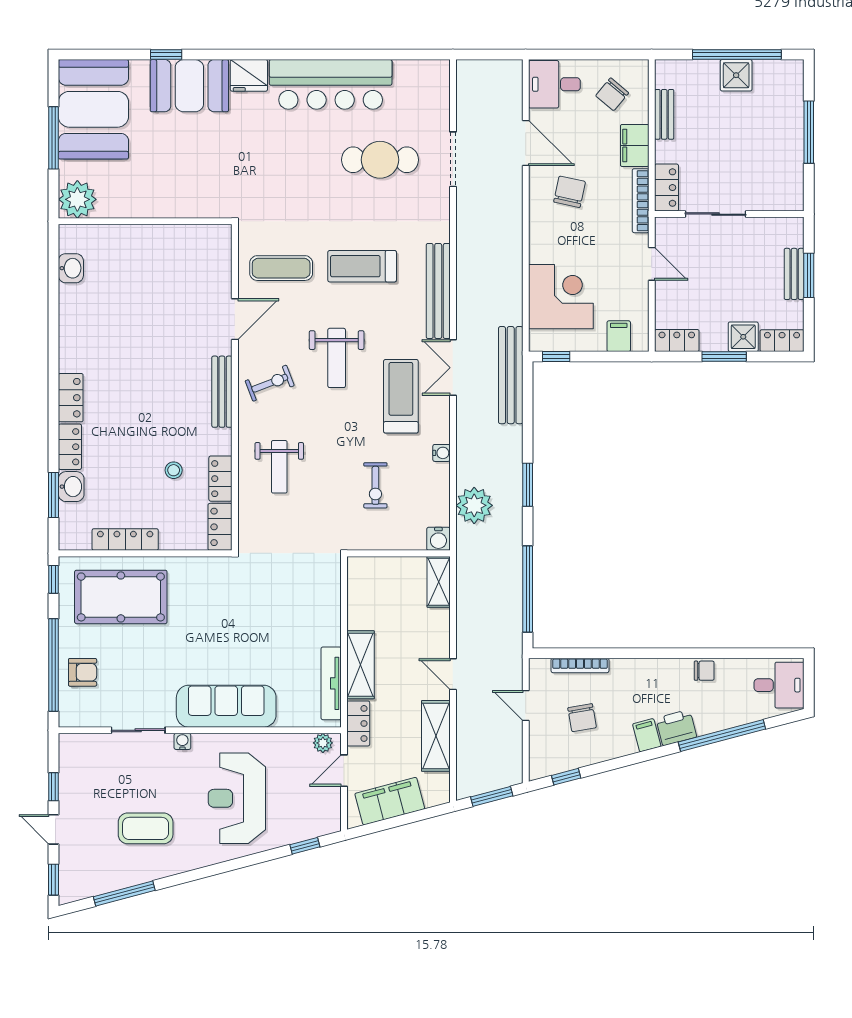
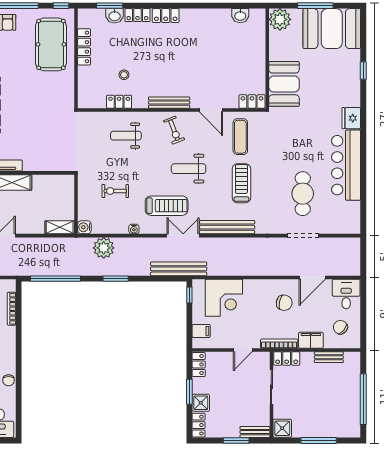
shower: (736, 75) -> (282, 428), moved
booth: (189, 86) -> (284, 84), moved
bench: (794, 274) -> (255, 432), moved
locker: (220, 527) -> (252, 101), moved

